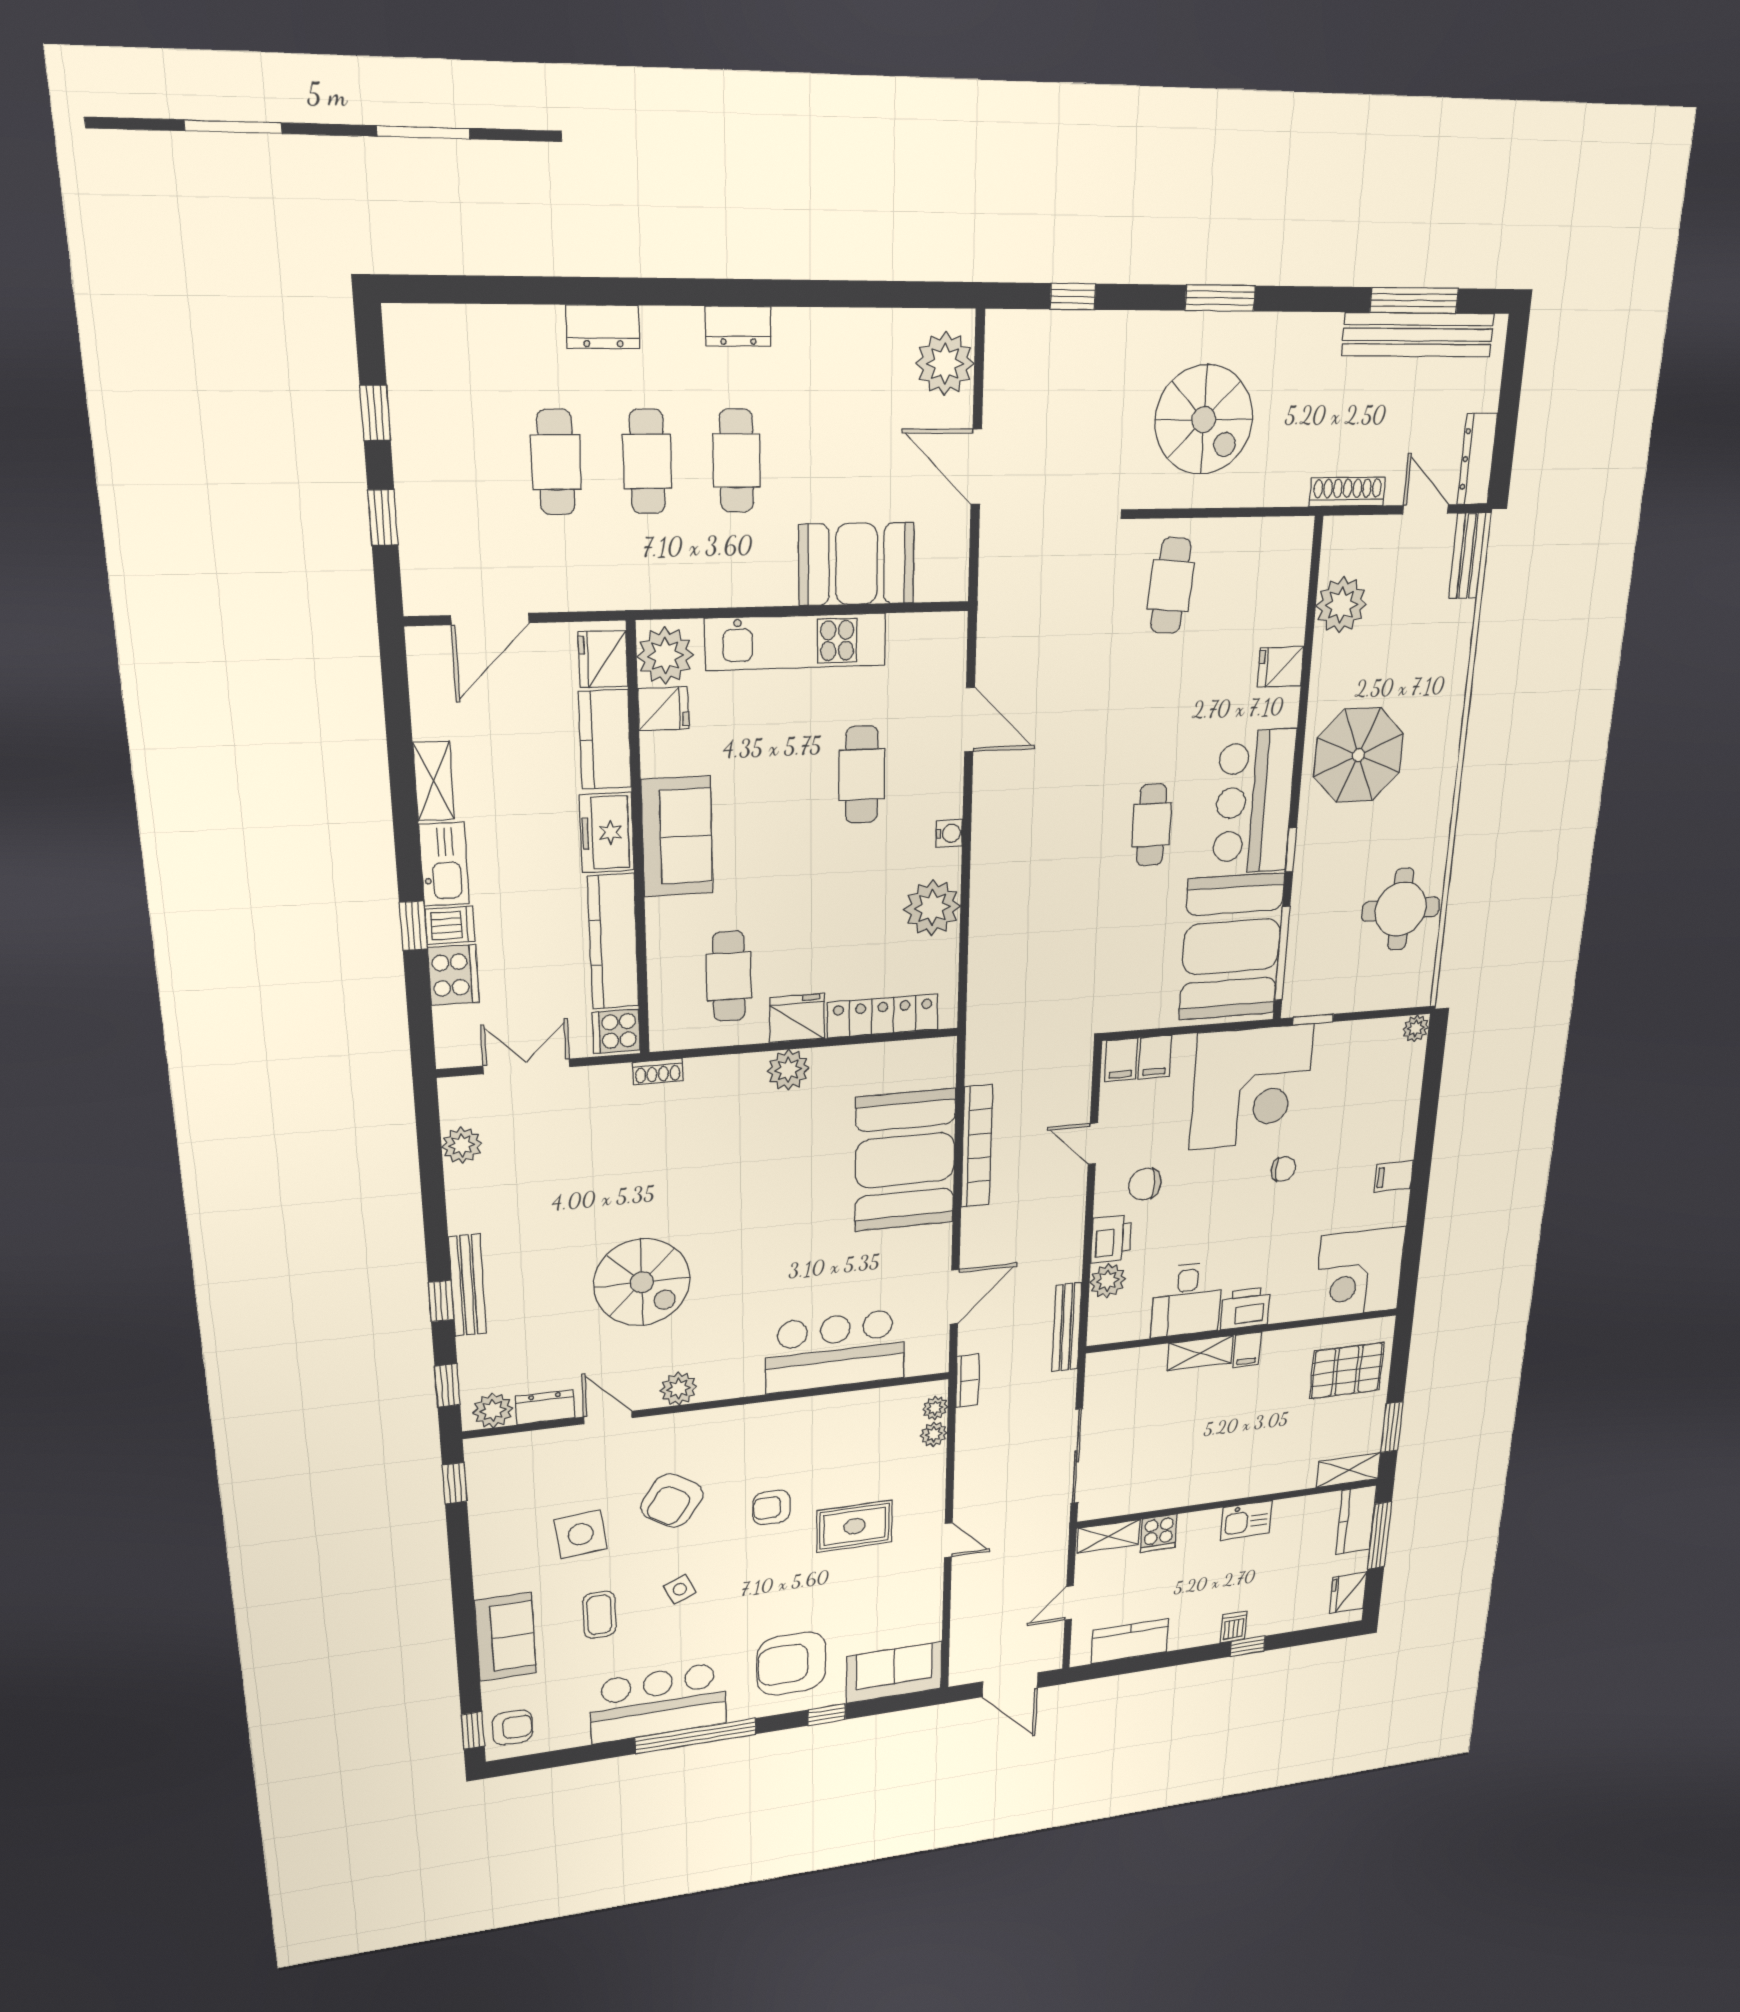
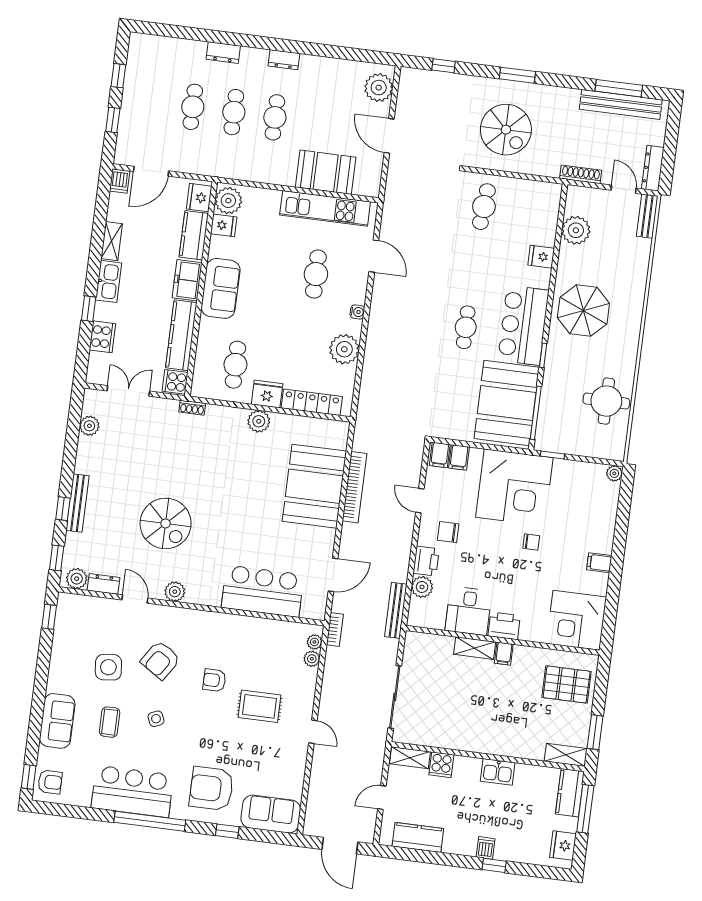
kitchen unit: (796, 642) -> (325, 208), moved
dishwasher: (450, 925) -> (120, 181), moved, turned 90

